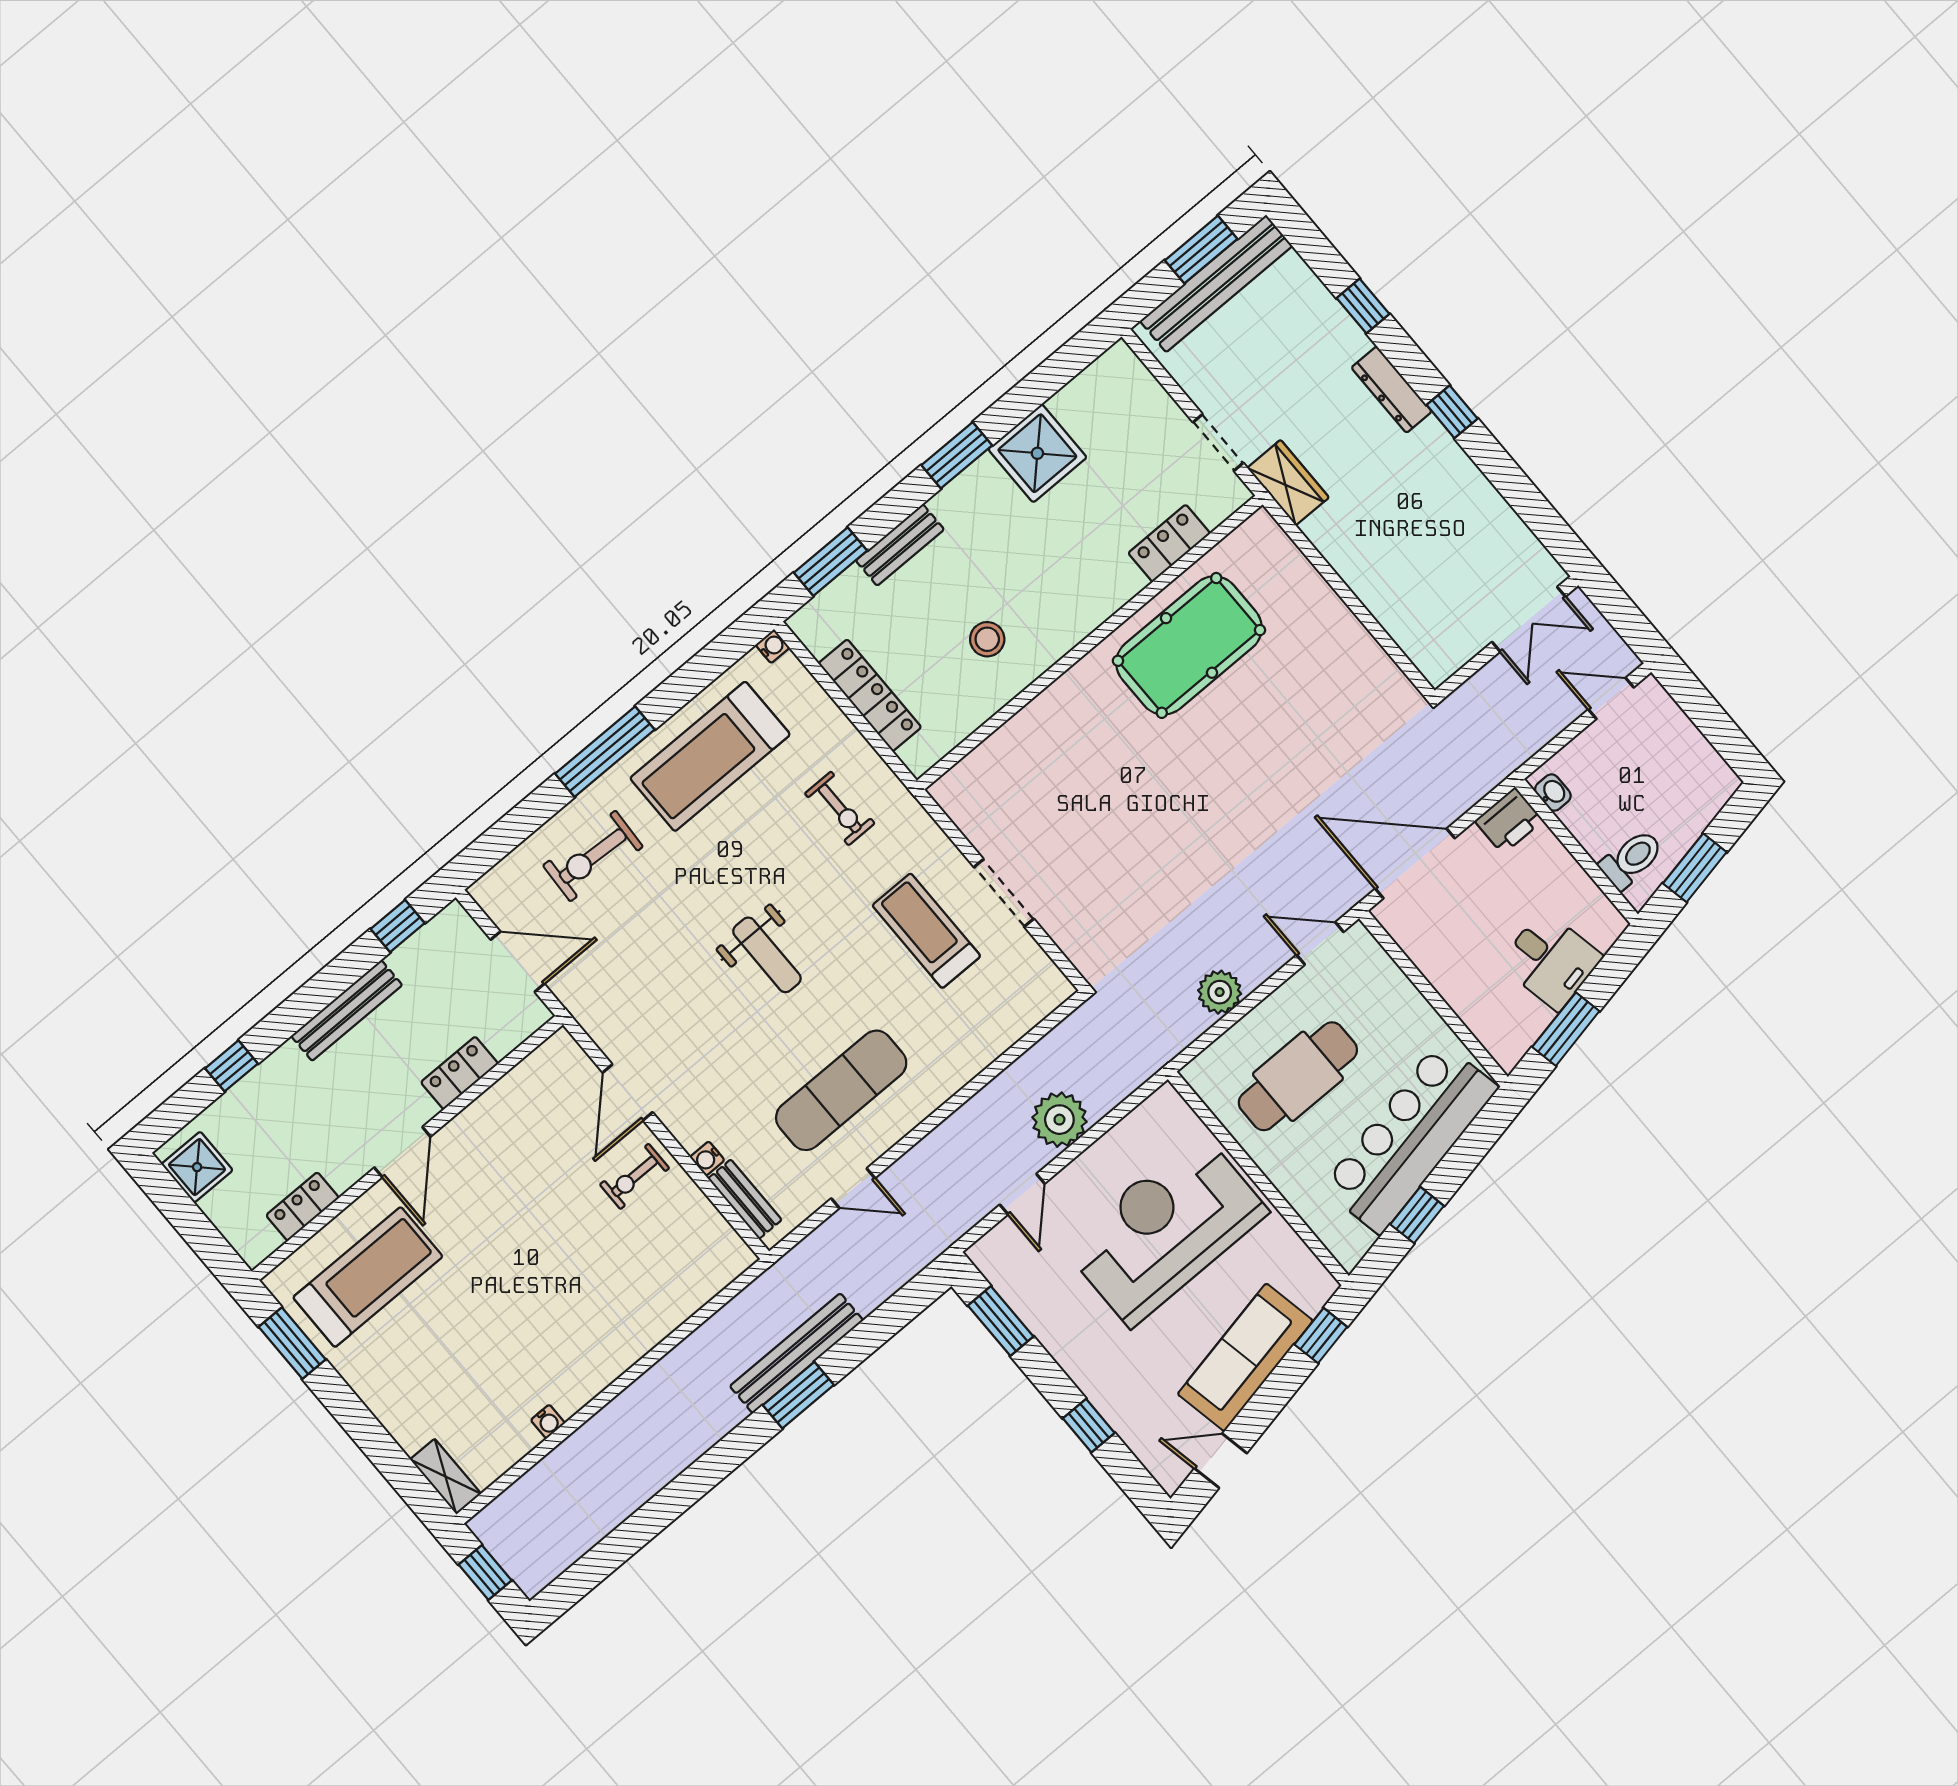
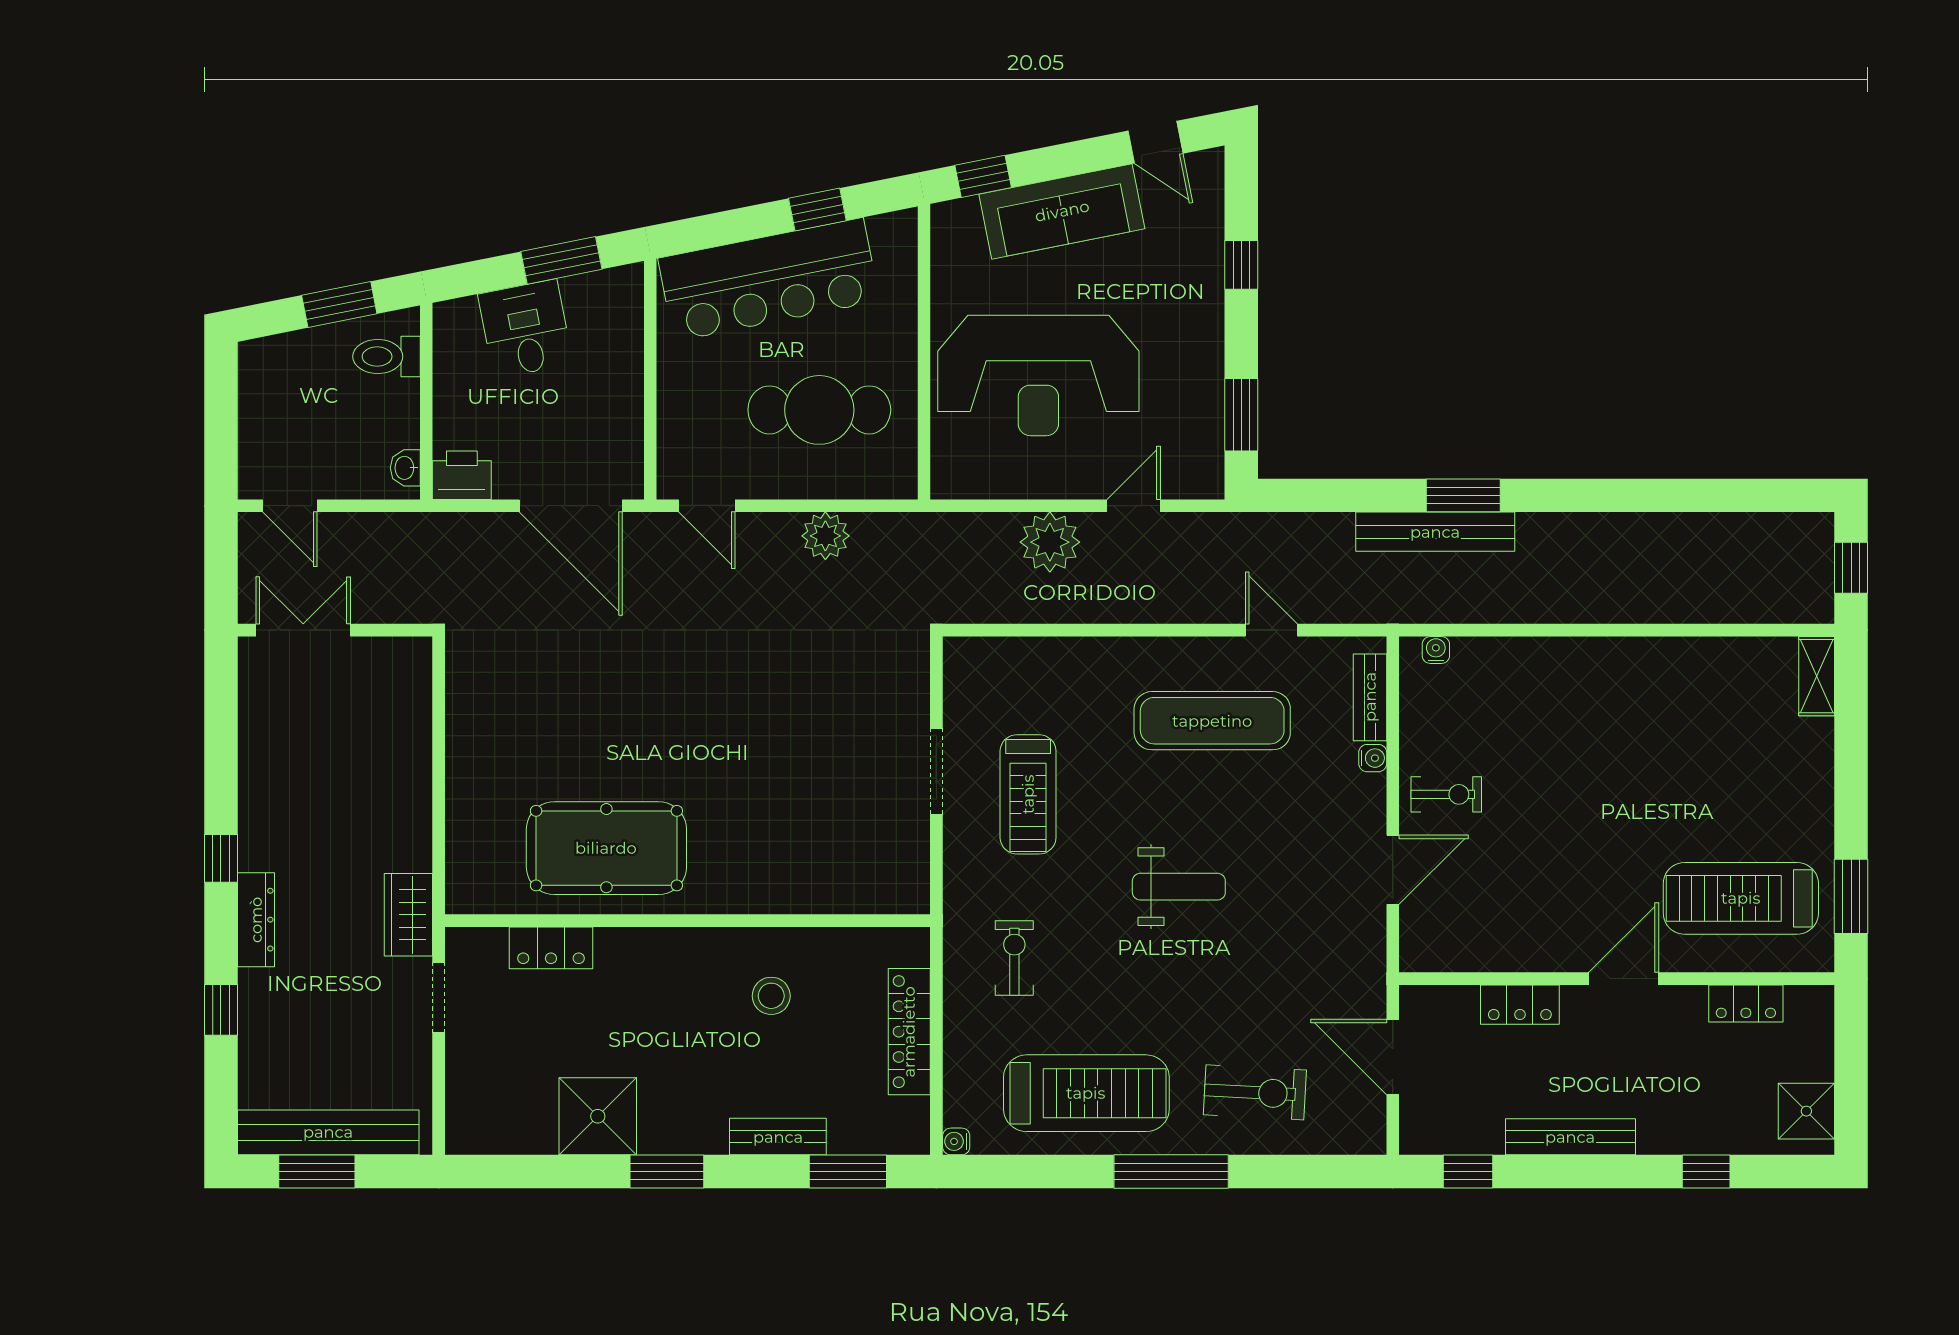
weight bench: (767, 955) -> (1179, 887), turned 90
water cooler: (548, 1422) -> (1436, 650), moved

